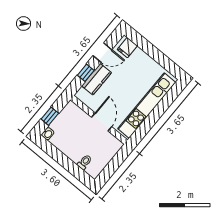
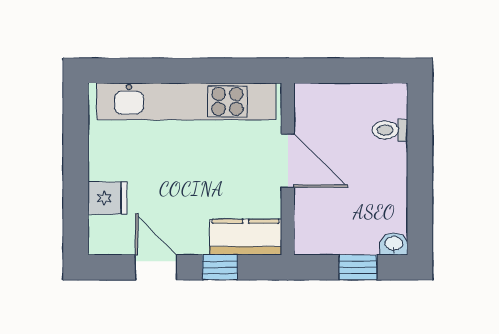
fridge: (127, 48) -> (107, 198), moved
kitchen counter: (97, 79) -> (246, 237), moved
door: (102, 122) -> (288, 161), swing flipped

